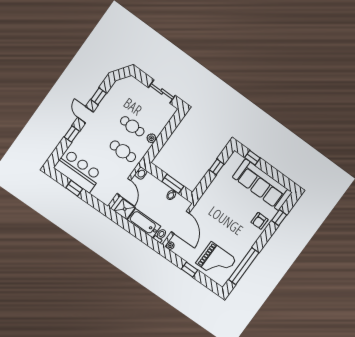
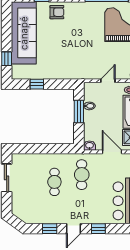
plant: (151, 138) -> (53, 158), removed
door: (124, 187) -> (112, 152), hinge flipped
door: (180, 222) -> (108, 81), width x0.53

